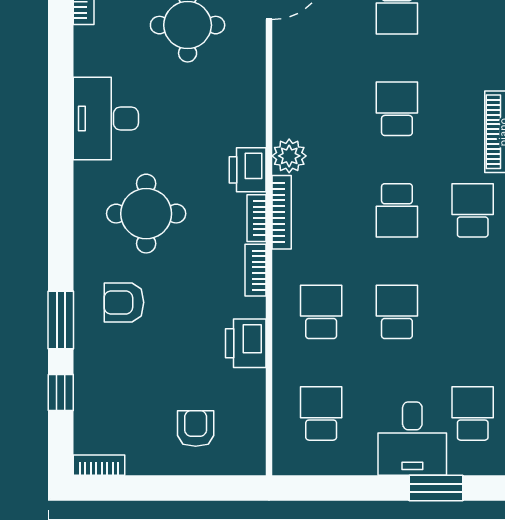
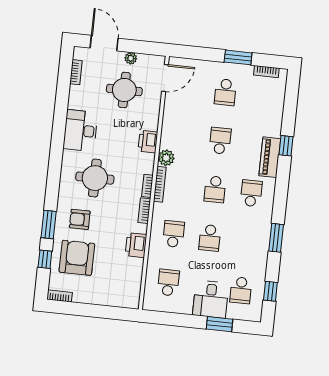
printer: (248, 170) -> (148, 142), moved
school desk: (397, 312) -> (210, 238), turned 180
school desk: (473, 413) -> (241, 290), turned 180
armchair: (196, 428) -> (77, 258), moved, width x1.88, depth x1.88

